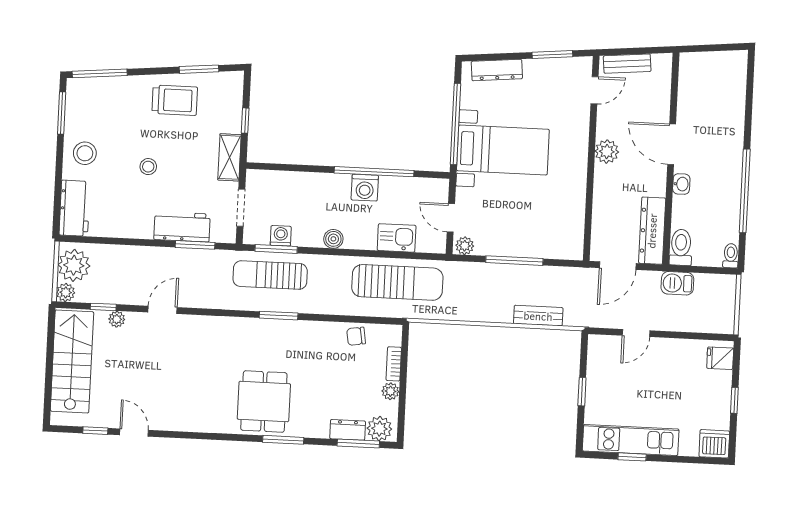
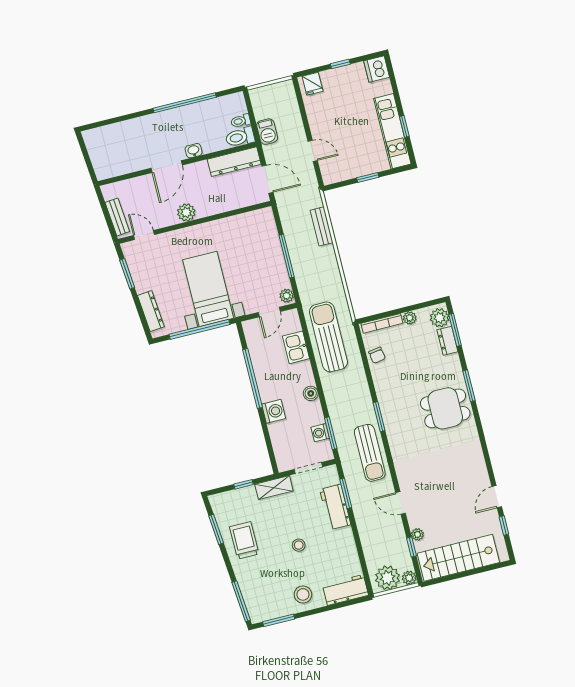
washing machine: (365, 188) -> (274, 411), moved
toilet: (731, 256) -> (241, 121), moved
sun lounger: (270, 275) -> (370, 453), moved
bookcase: (394, 364) -> (382, 323), width x1.56

